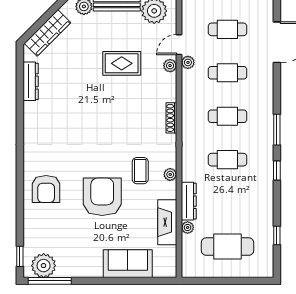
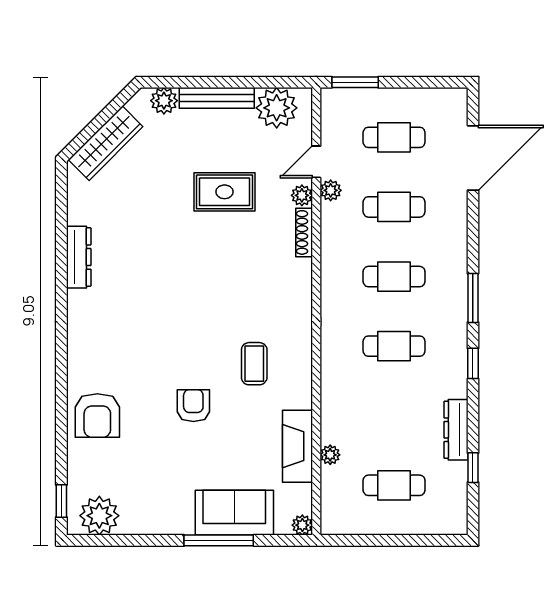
dresser: (31, 81) -> (79, 257), moved
shoe rack: (171, 118) -> (304, 232), moved
plant: (170, 174) -> (302, 525), moved
armchair: (46, 189) -> (97, 416), moved
armchair: (102, 197) -> (193, 406), width x0.53, depth x0.53
dresser: (189, 201) -> (456, 430), moved, turned 180
cafe table: (227, 247) -> (394, 485), width x0.73, depth x0.74
window: (50, 281) -> (219, 540), moved

